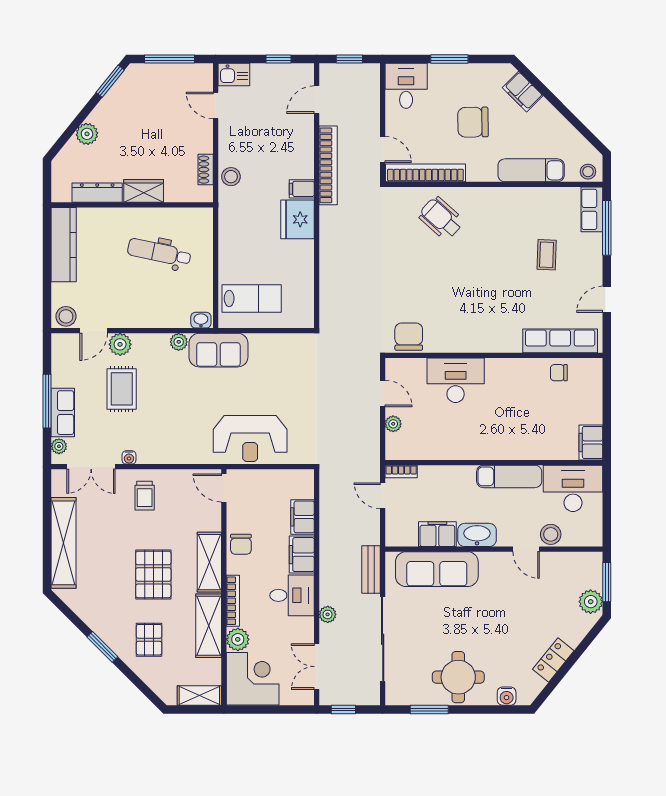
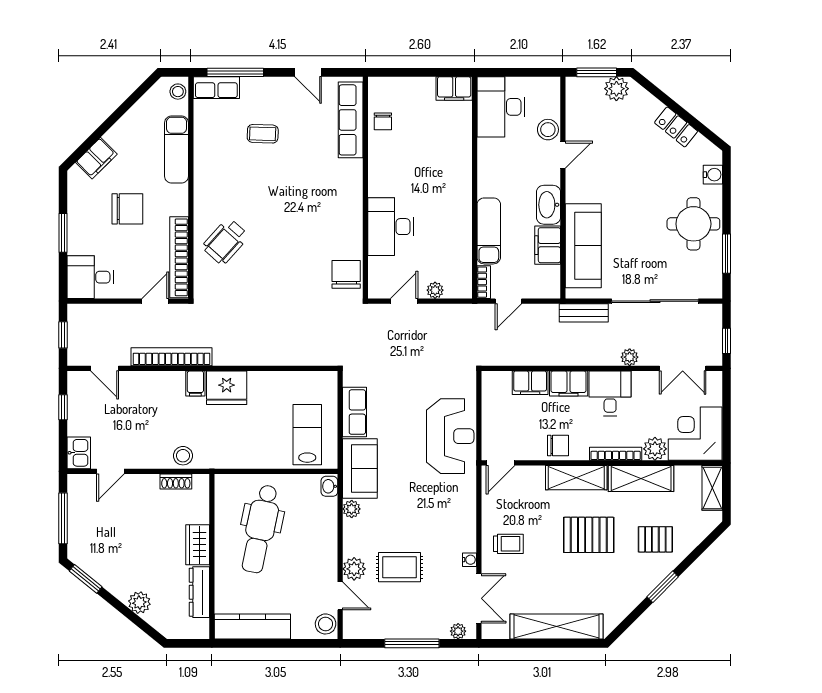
chair: (473, 122) -> (127, 209), turned -89
dental chair: (159, 252) -> (260, 529), width x1.36, depth x1.38
chair: (409, 337) -> (346, 274), turned 90
row of seats: (63, 413) -> (355, 412), moved, turned 90
exam couch: (509, 476) -> (489, 231), moved

